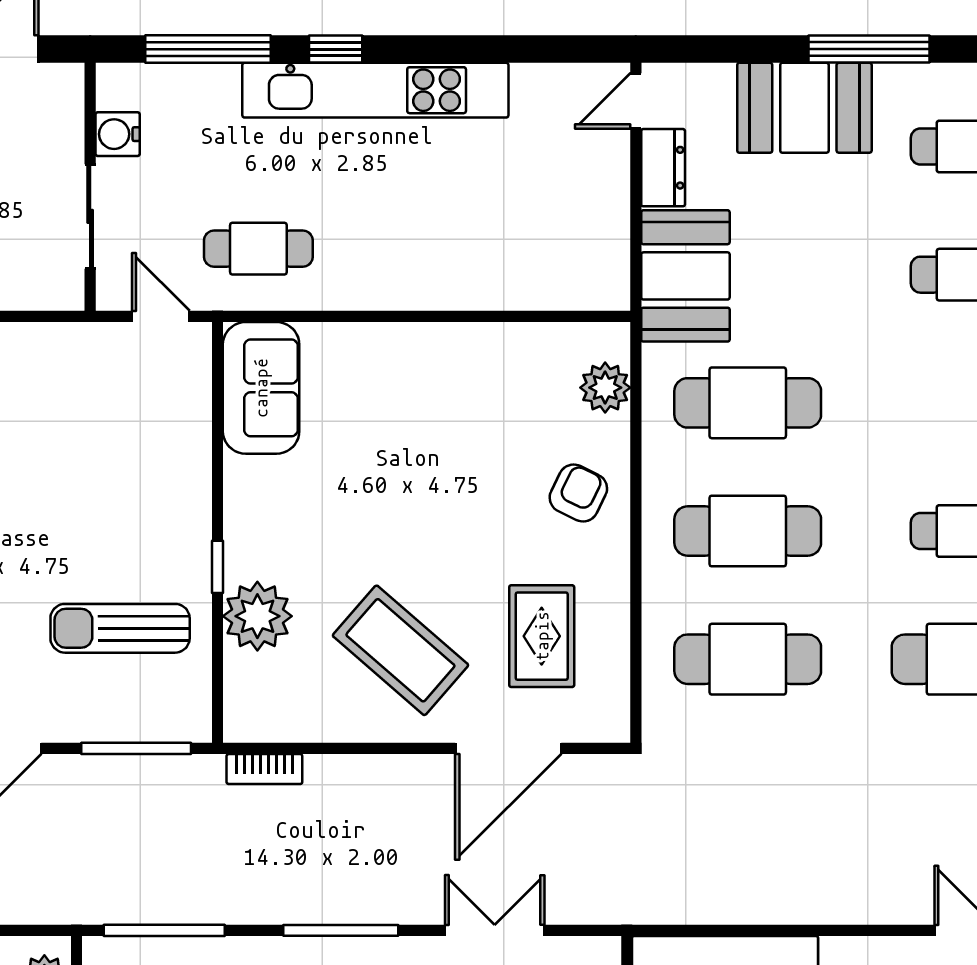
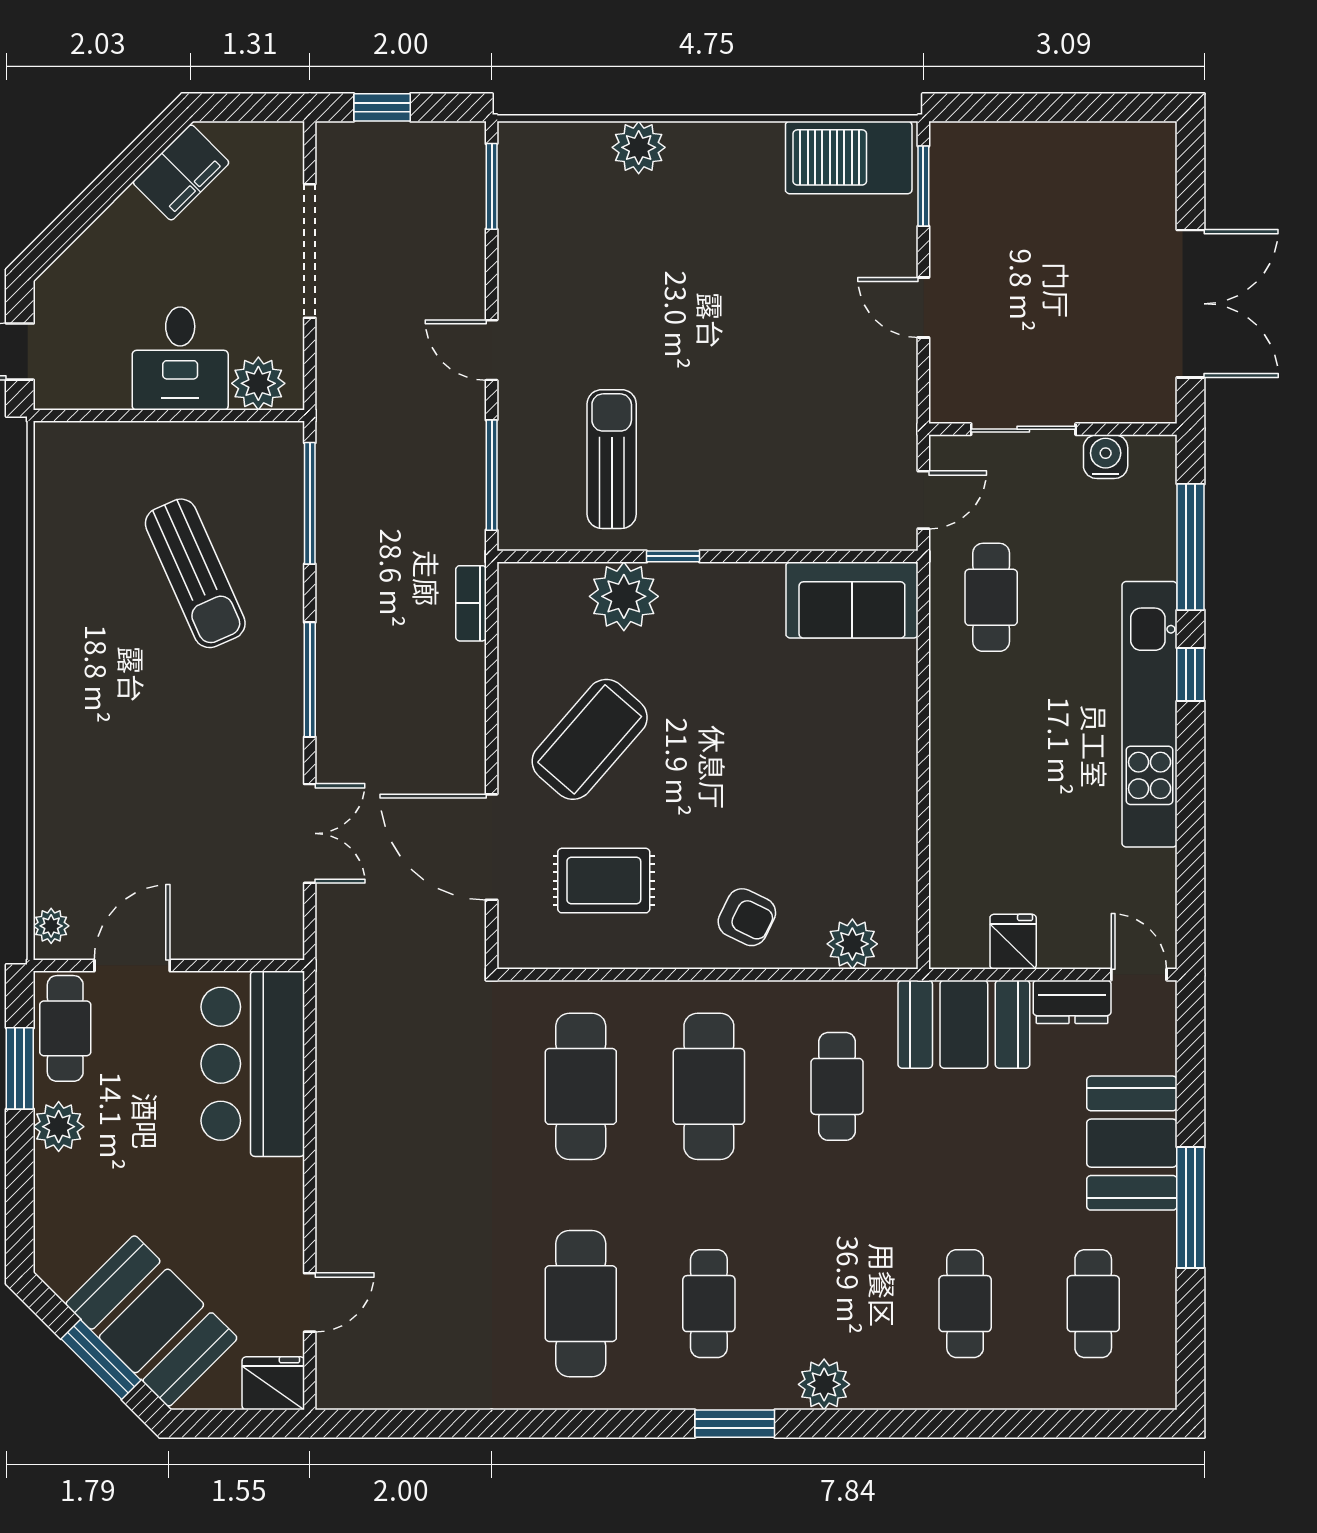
fridge: (603, 227) -> (1013, 942), added
cafe table: (748, 403) -> (837, 1086), width x0.73, depth x0.74

